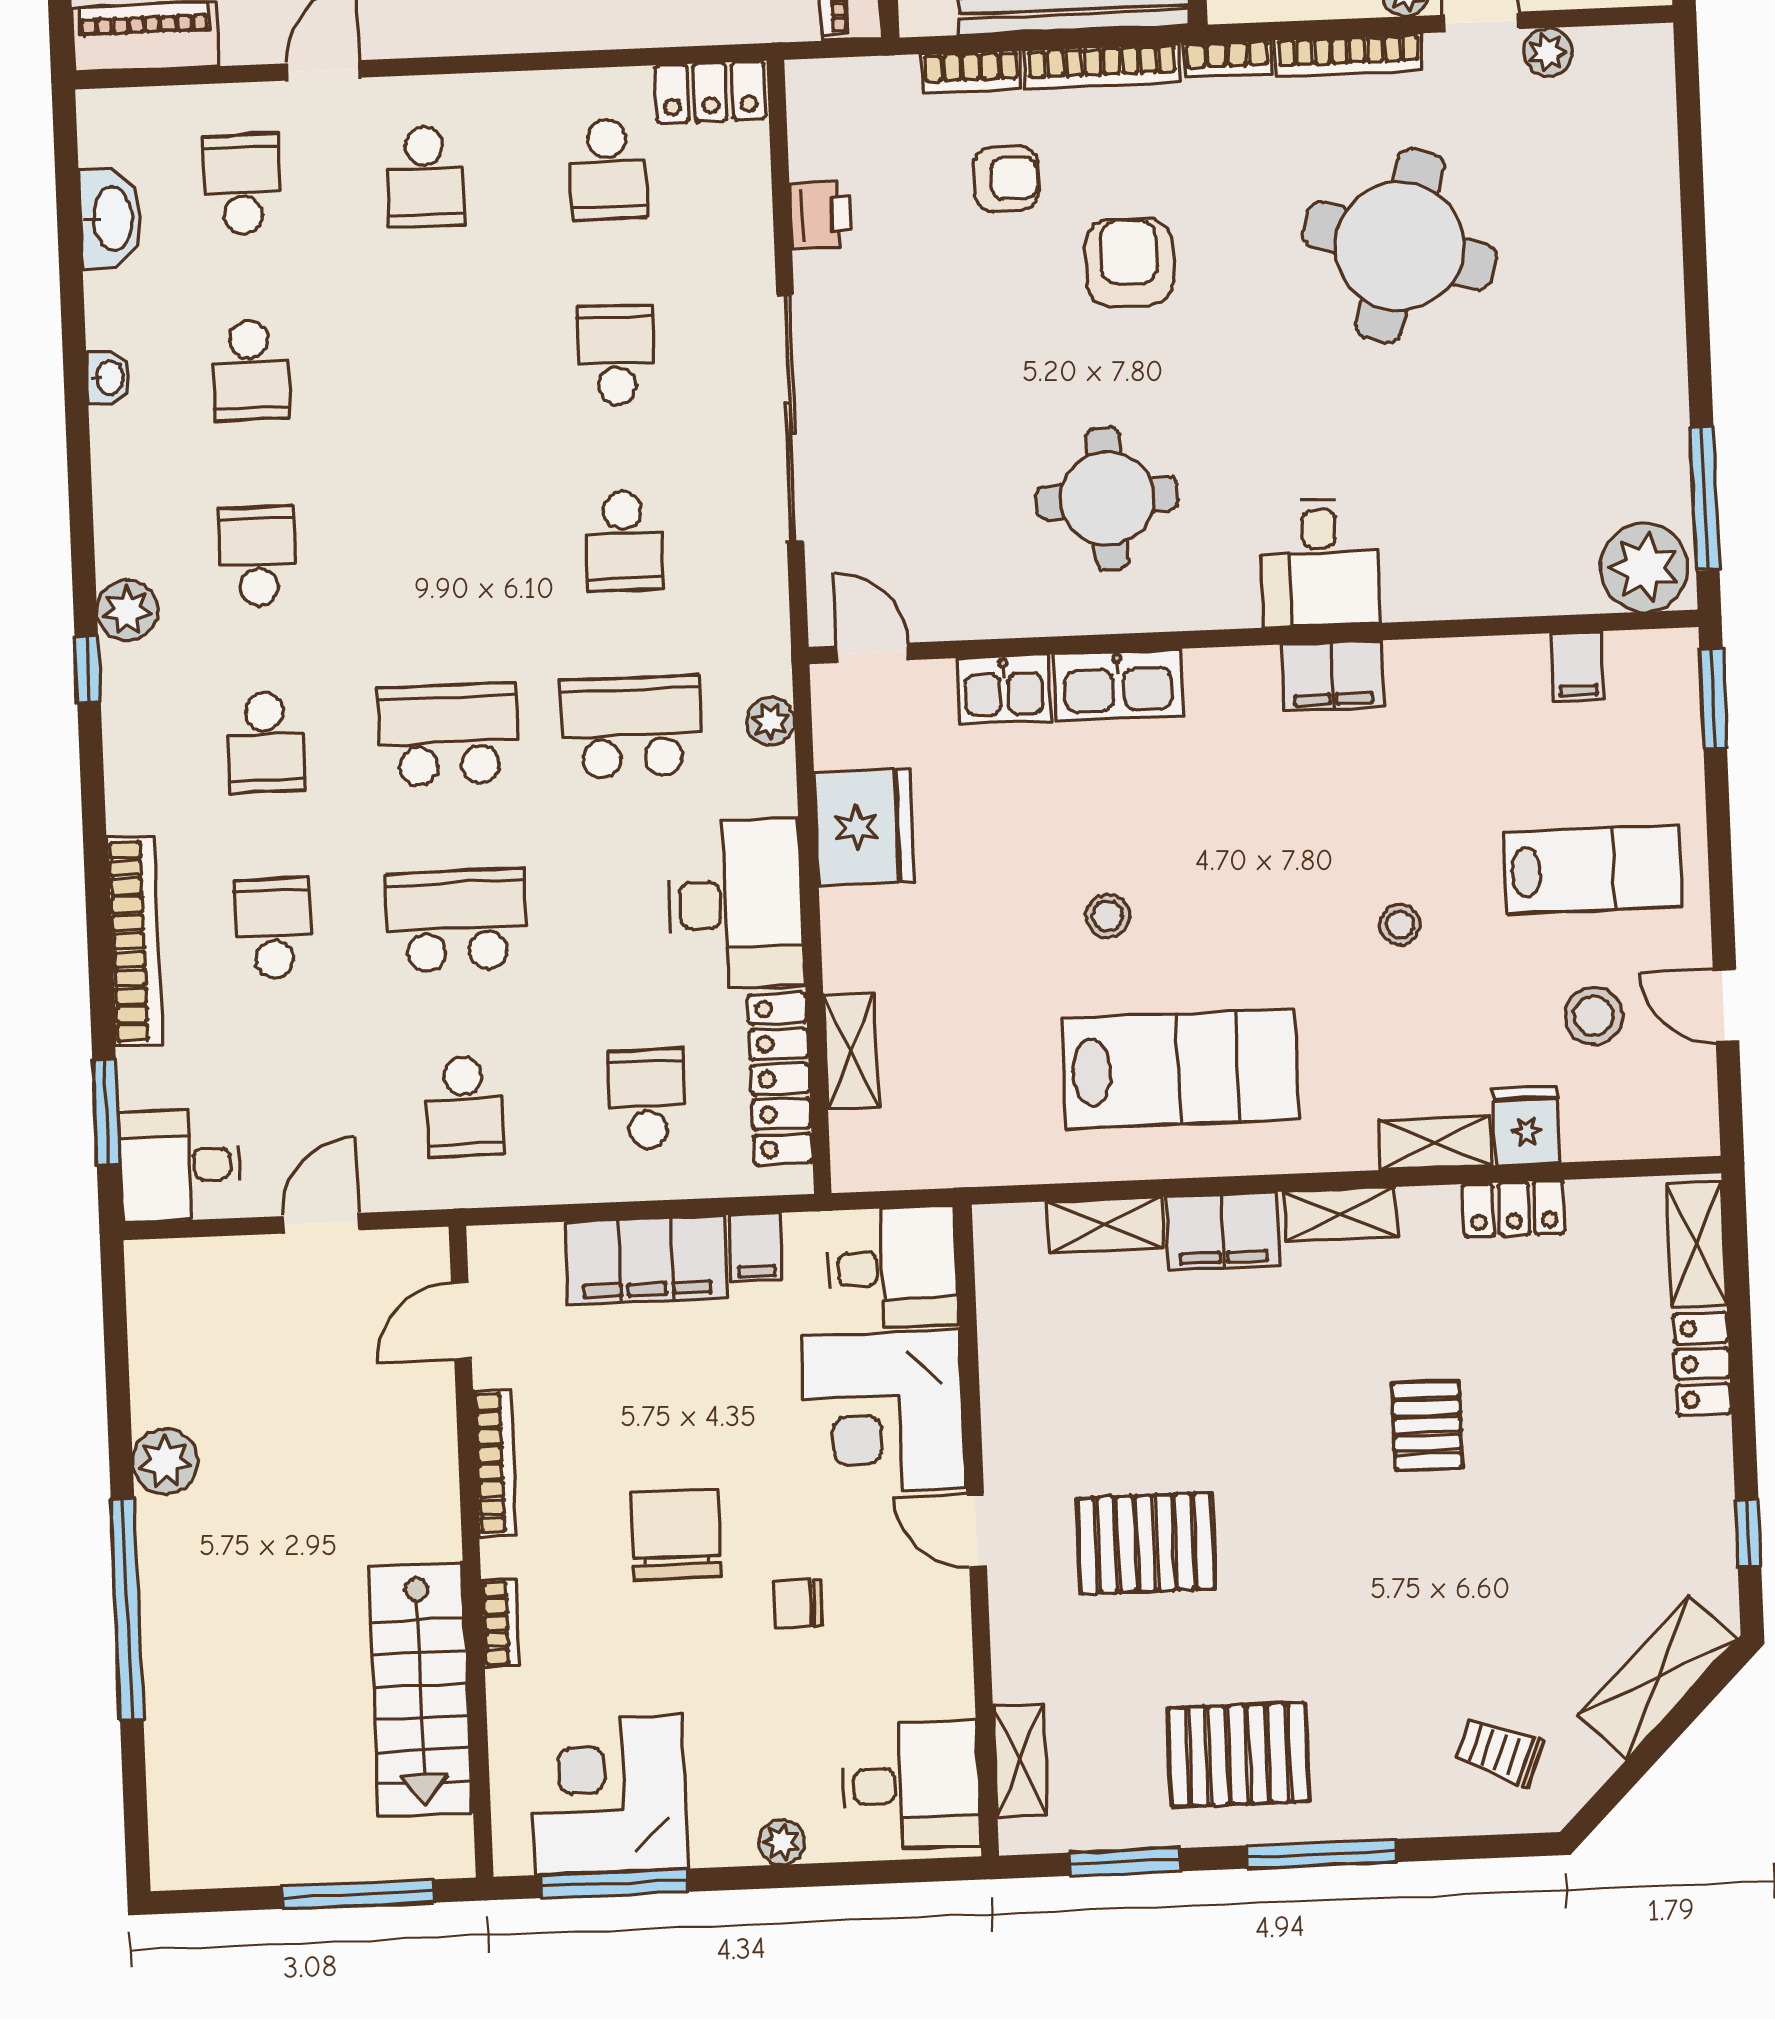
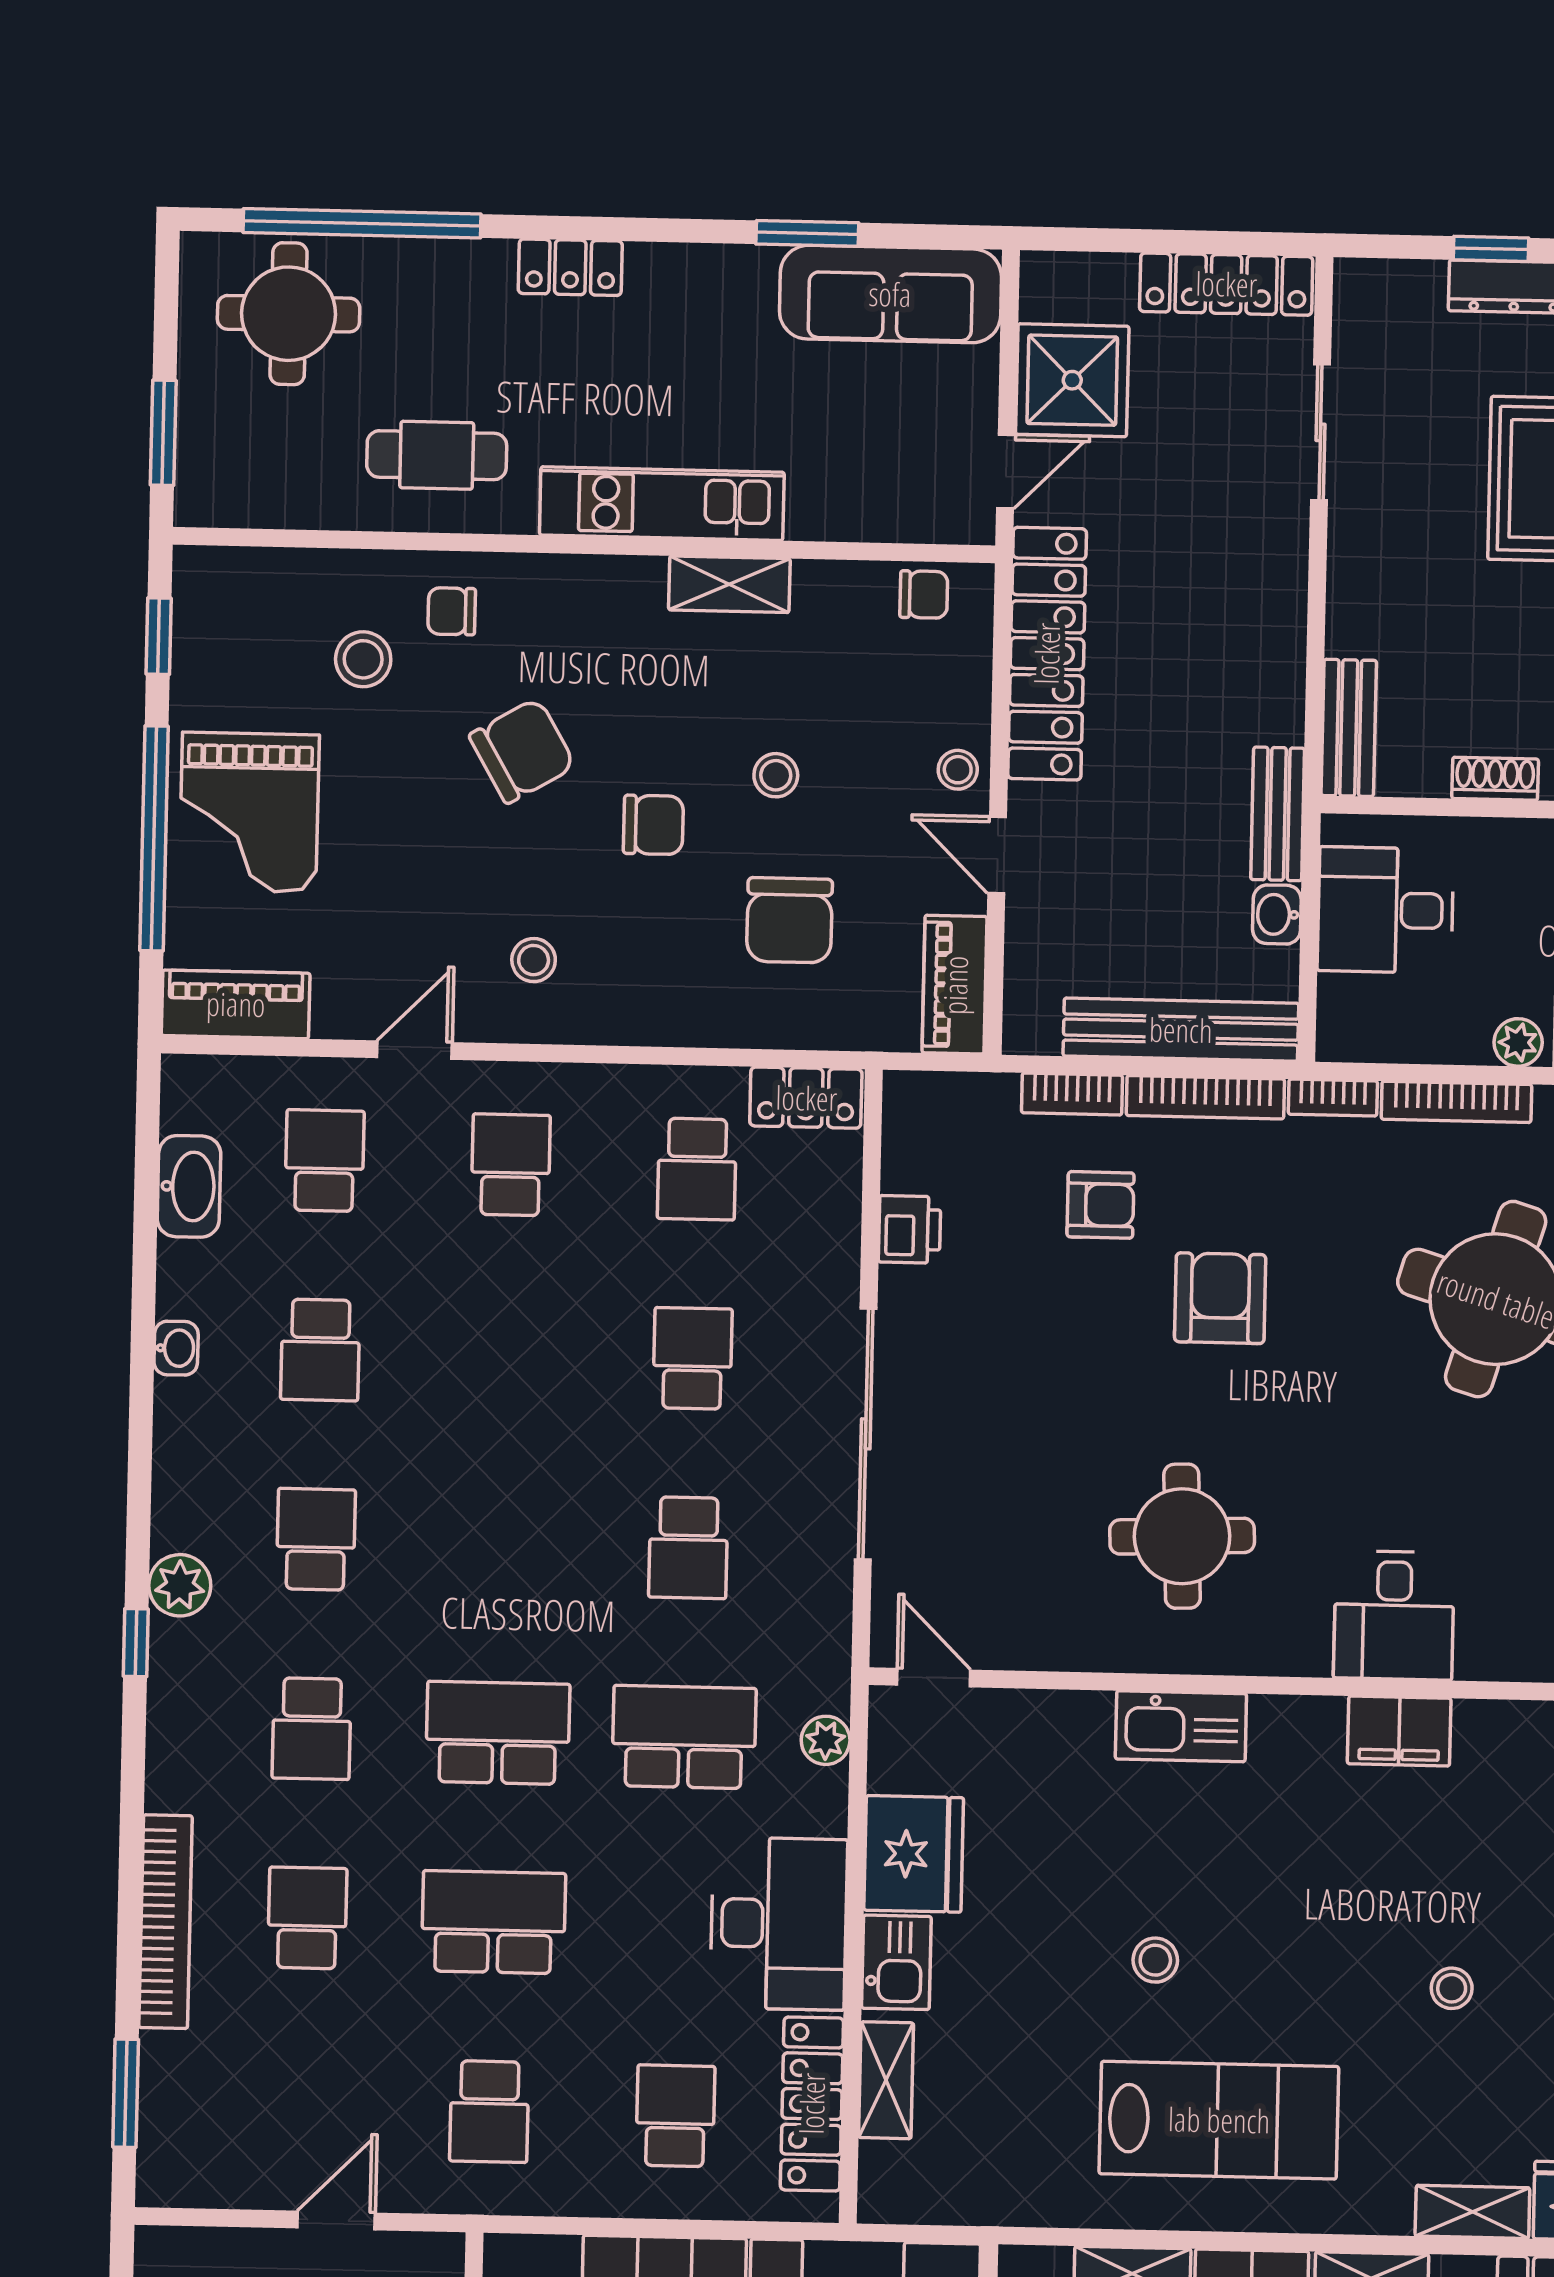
school desk: (425, 177) -> (511, 1165), turned 180
kitchen sink: (1004, 689) -> (896, 1962), moved, turned -90
desk: (180, 1165) -> (197, 2152), removed

